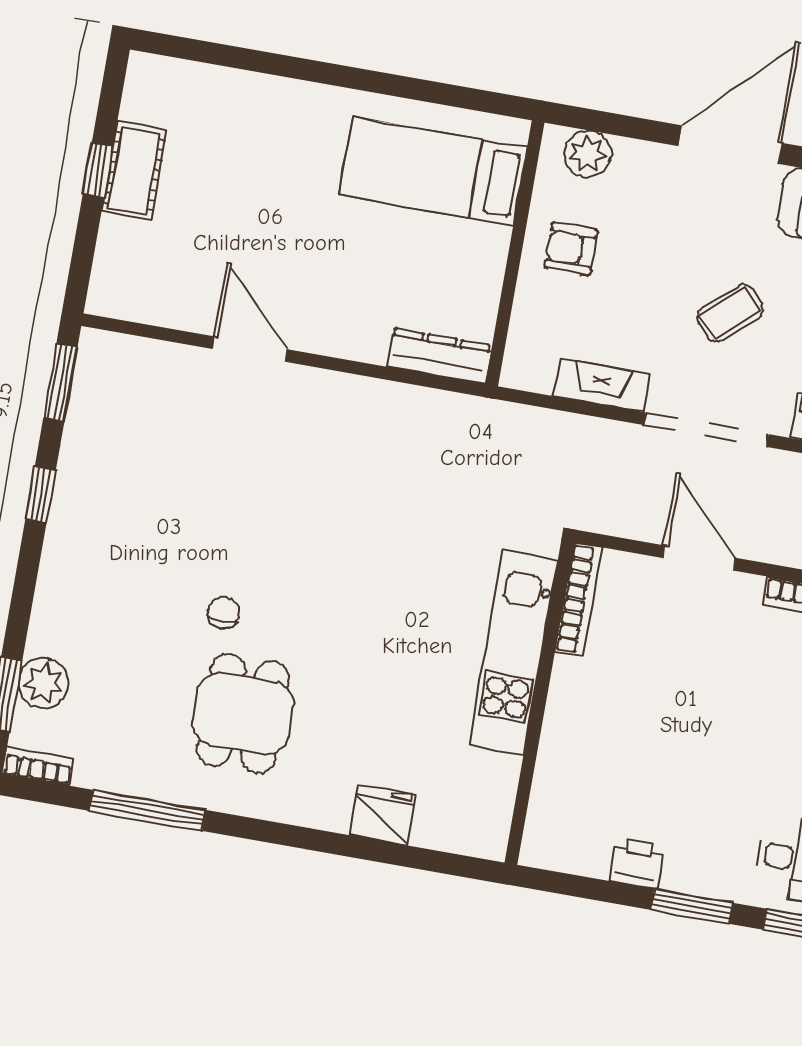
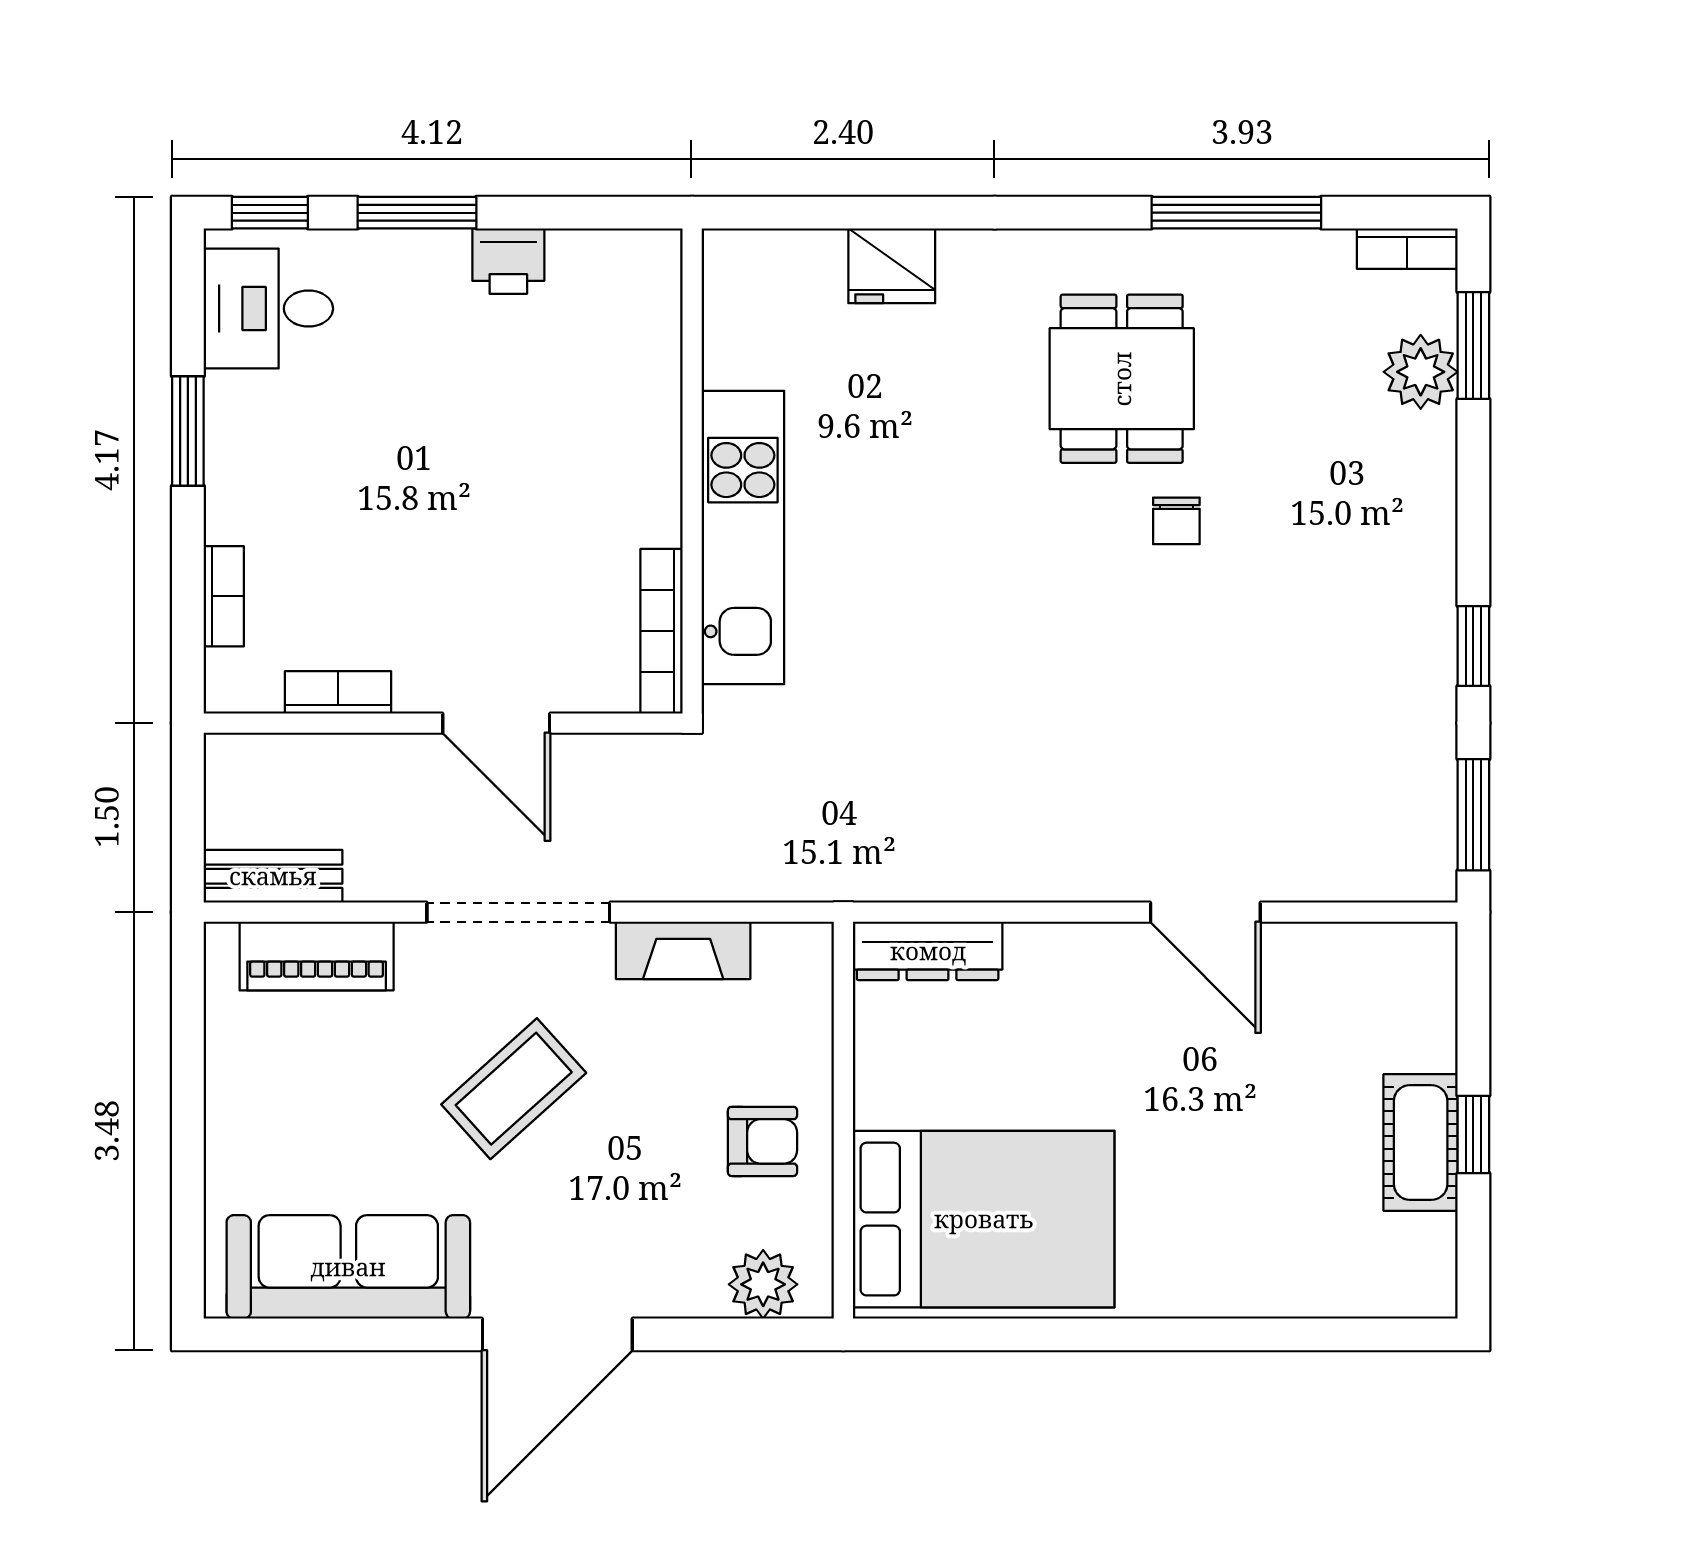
bed: (433, 171) -> (984, 1219), width x1.50
coffee table: (730, 313) -> (514, 1089), width x1.36, depth x1.30

